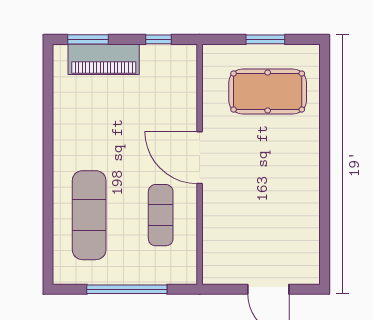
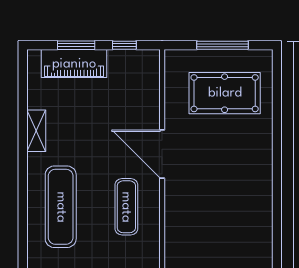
window: (88, 39) -> (76, 45), moved
window: (265, 39) -> (223, 45), width x1.44
shelving: (63, 132) -> (36, 131), added

